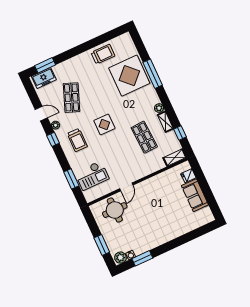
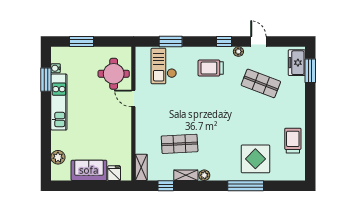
trolley: (103, 54) -> (293, 141), turned 180
display table: (129, 76) -> (255, 159), width x0.73, depth x0.73
door: (41, 114) -> (258, 41), swing flipped
display table: (104, 124) -> (214, 106), removed
kitchen unit: (155, 241) -> (59, 102), added
plant: (120, 258) -> (58, 157), moved

